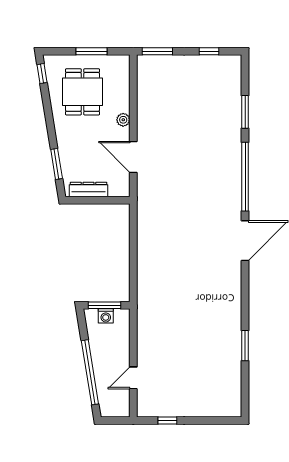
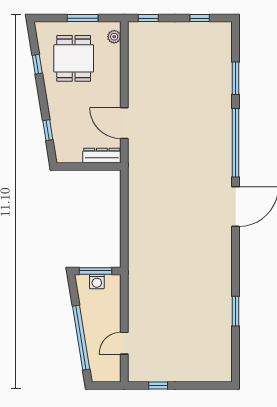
window: (157, 51) -> (148, 18), width x0.67
window: (42, 73) -> (37, 64), moved
plant: (123, 120) -> (114, 37), moved
window: (57, 164) -> (48, 130), width x0.67
dresser: (89, 189) -> (102, 156), moved

